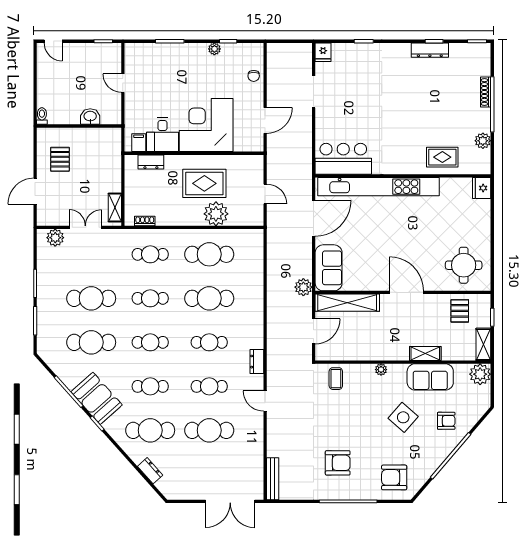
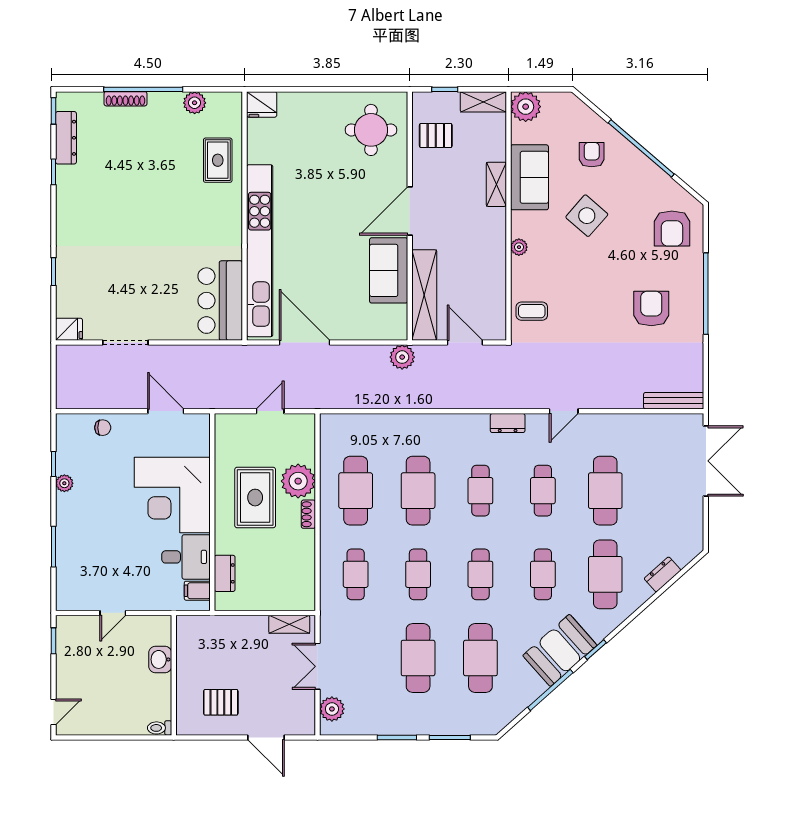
dresser: (430, 50) -> (66, 138), moved
shoe rack: (145, 221) -> (308, 514), moved
sofa: (329, 268) -> (389, 270), moved, turned -90

